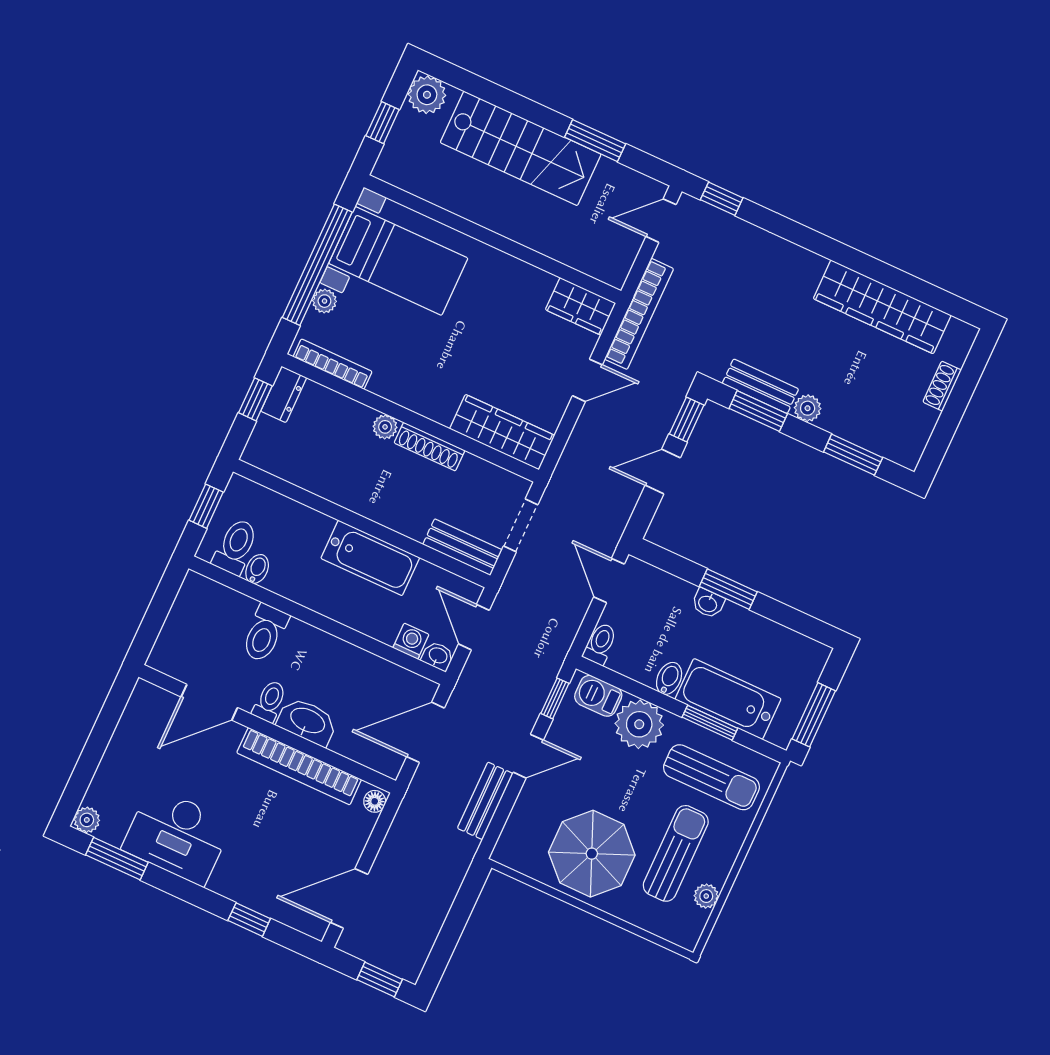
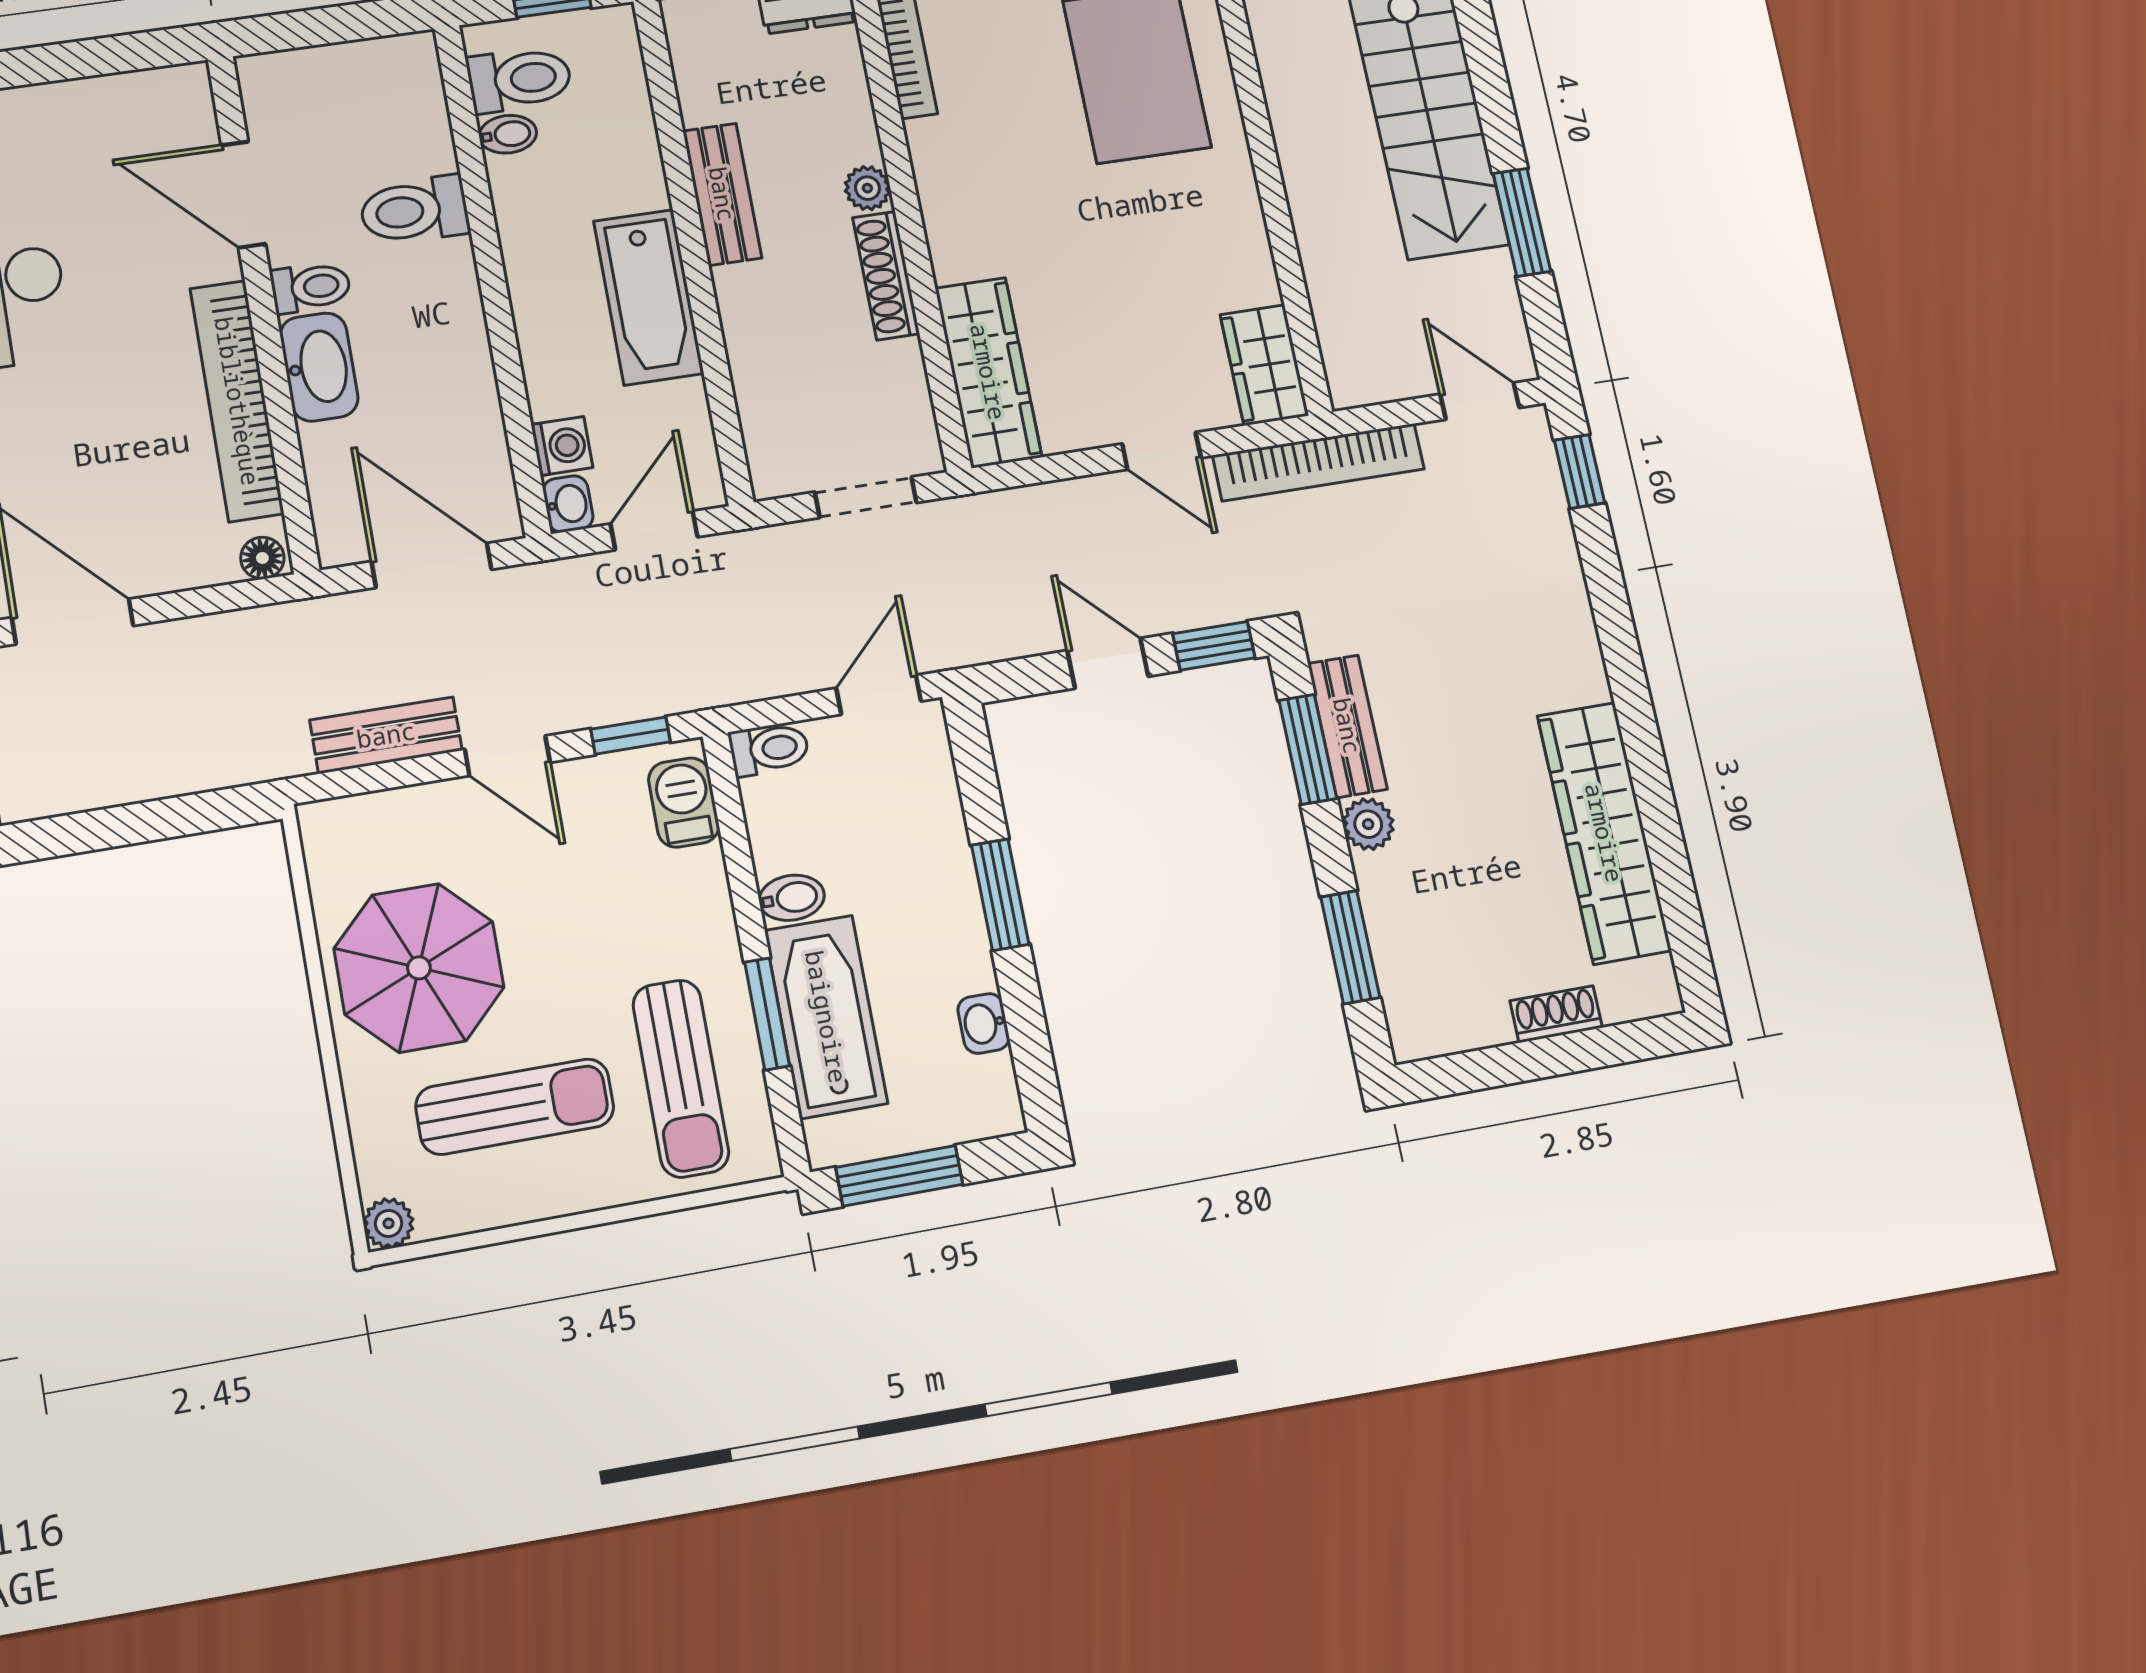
bench: (462, 547) -> (722, 194), moved
washbasin: (708, 603) -> (984, 1023), moved
plant: (639, 724) -> (684, 900), removed
plant: (706, 896) -> (389, 1223), moved

